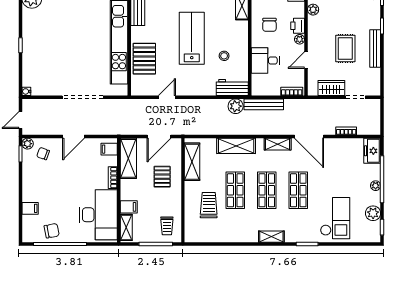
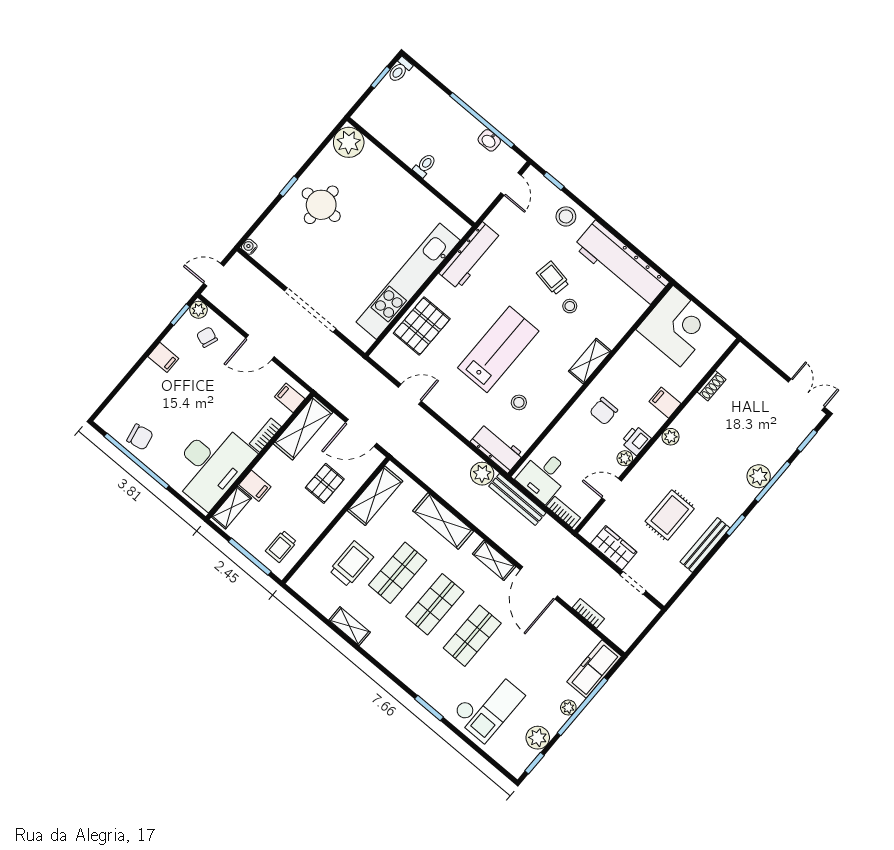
round table: (44, 41) -> (321, 205), added
desk: (265, 60) -> (544, 476), moved, turned -90
freezer: (372, 151) -> (594, 669), width x1.40
filing cabinet: (30, 208) -> (163, 357), moved
shelving: (271, 237) -> (350, 626), moved

